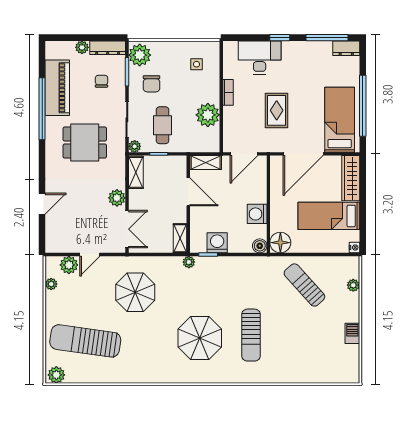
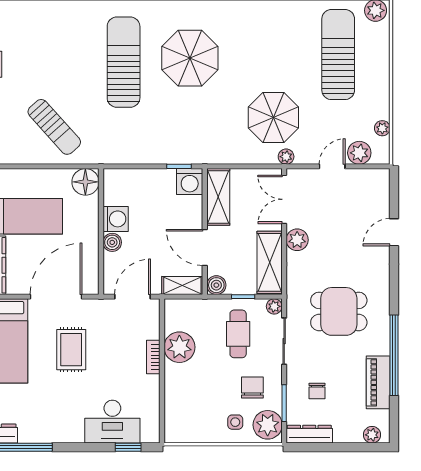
window: (280, 38) -> (128, 447), moved
plant: (82, 47) -> (372, 435), moved
side table: (197, 64) -> (235, 422), moved
piano: (57, 88) -> (378, 382), width x0.73, depth x0.75
bookcase: (228, 92) -> (153, 357), moved
rug: (277, 110) -> (71, 350), moved
boiler: (179, 163) -> (216, 285), added
shelving: (136, 172) -> (270, 262), width x1.50, depth x1.33
shelving: (180, 238) -> (218, 197), width x1.50, depth x1.33
washing machine: (217, 243) -> (190, 182), moved
boiler: (260, 246) -> (112, 242), moved
plant: (189, 262) -> (286, 157), moved
sun lounger: (251, 335) -> (124, 62), width x1.36, depth x1.34
sun lounger: (85, 341) -> (338, 55), turned -98

